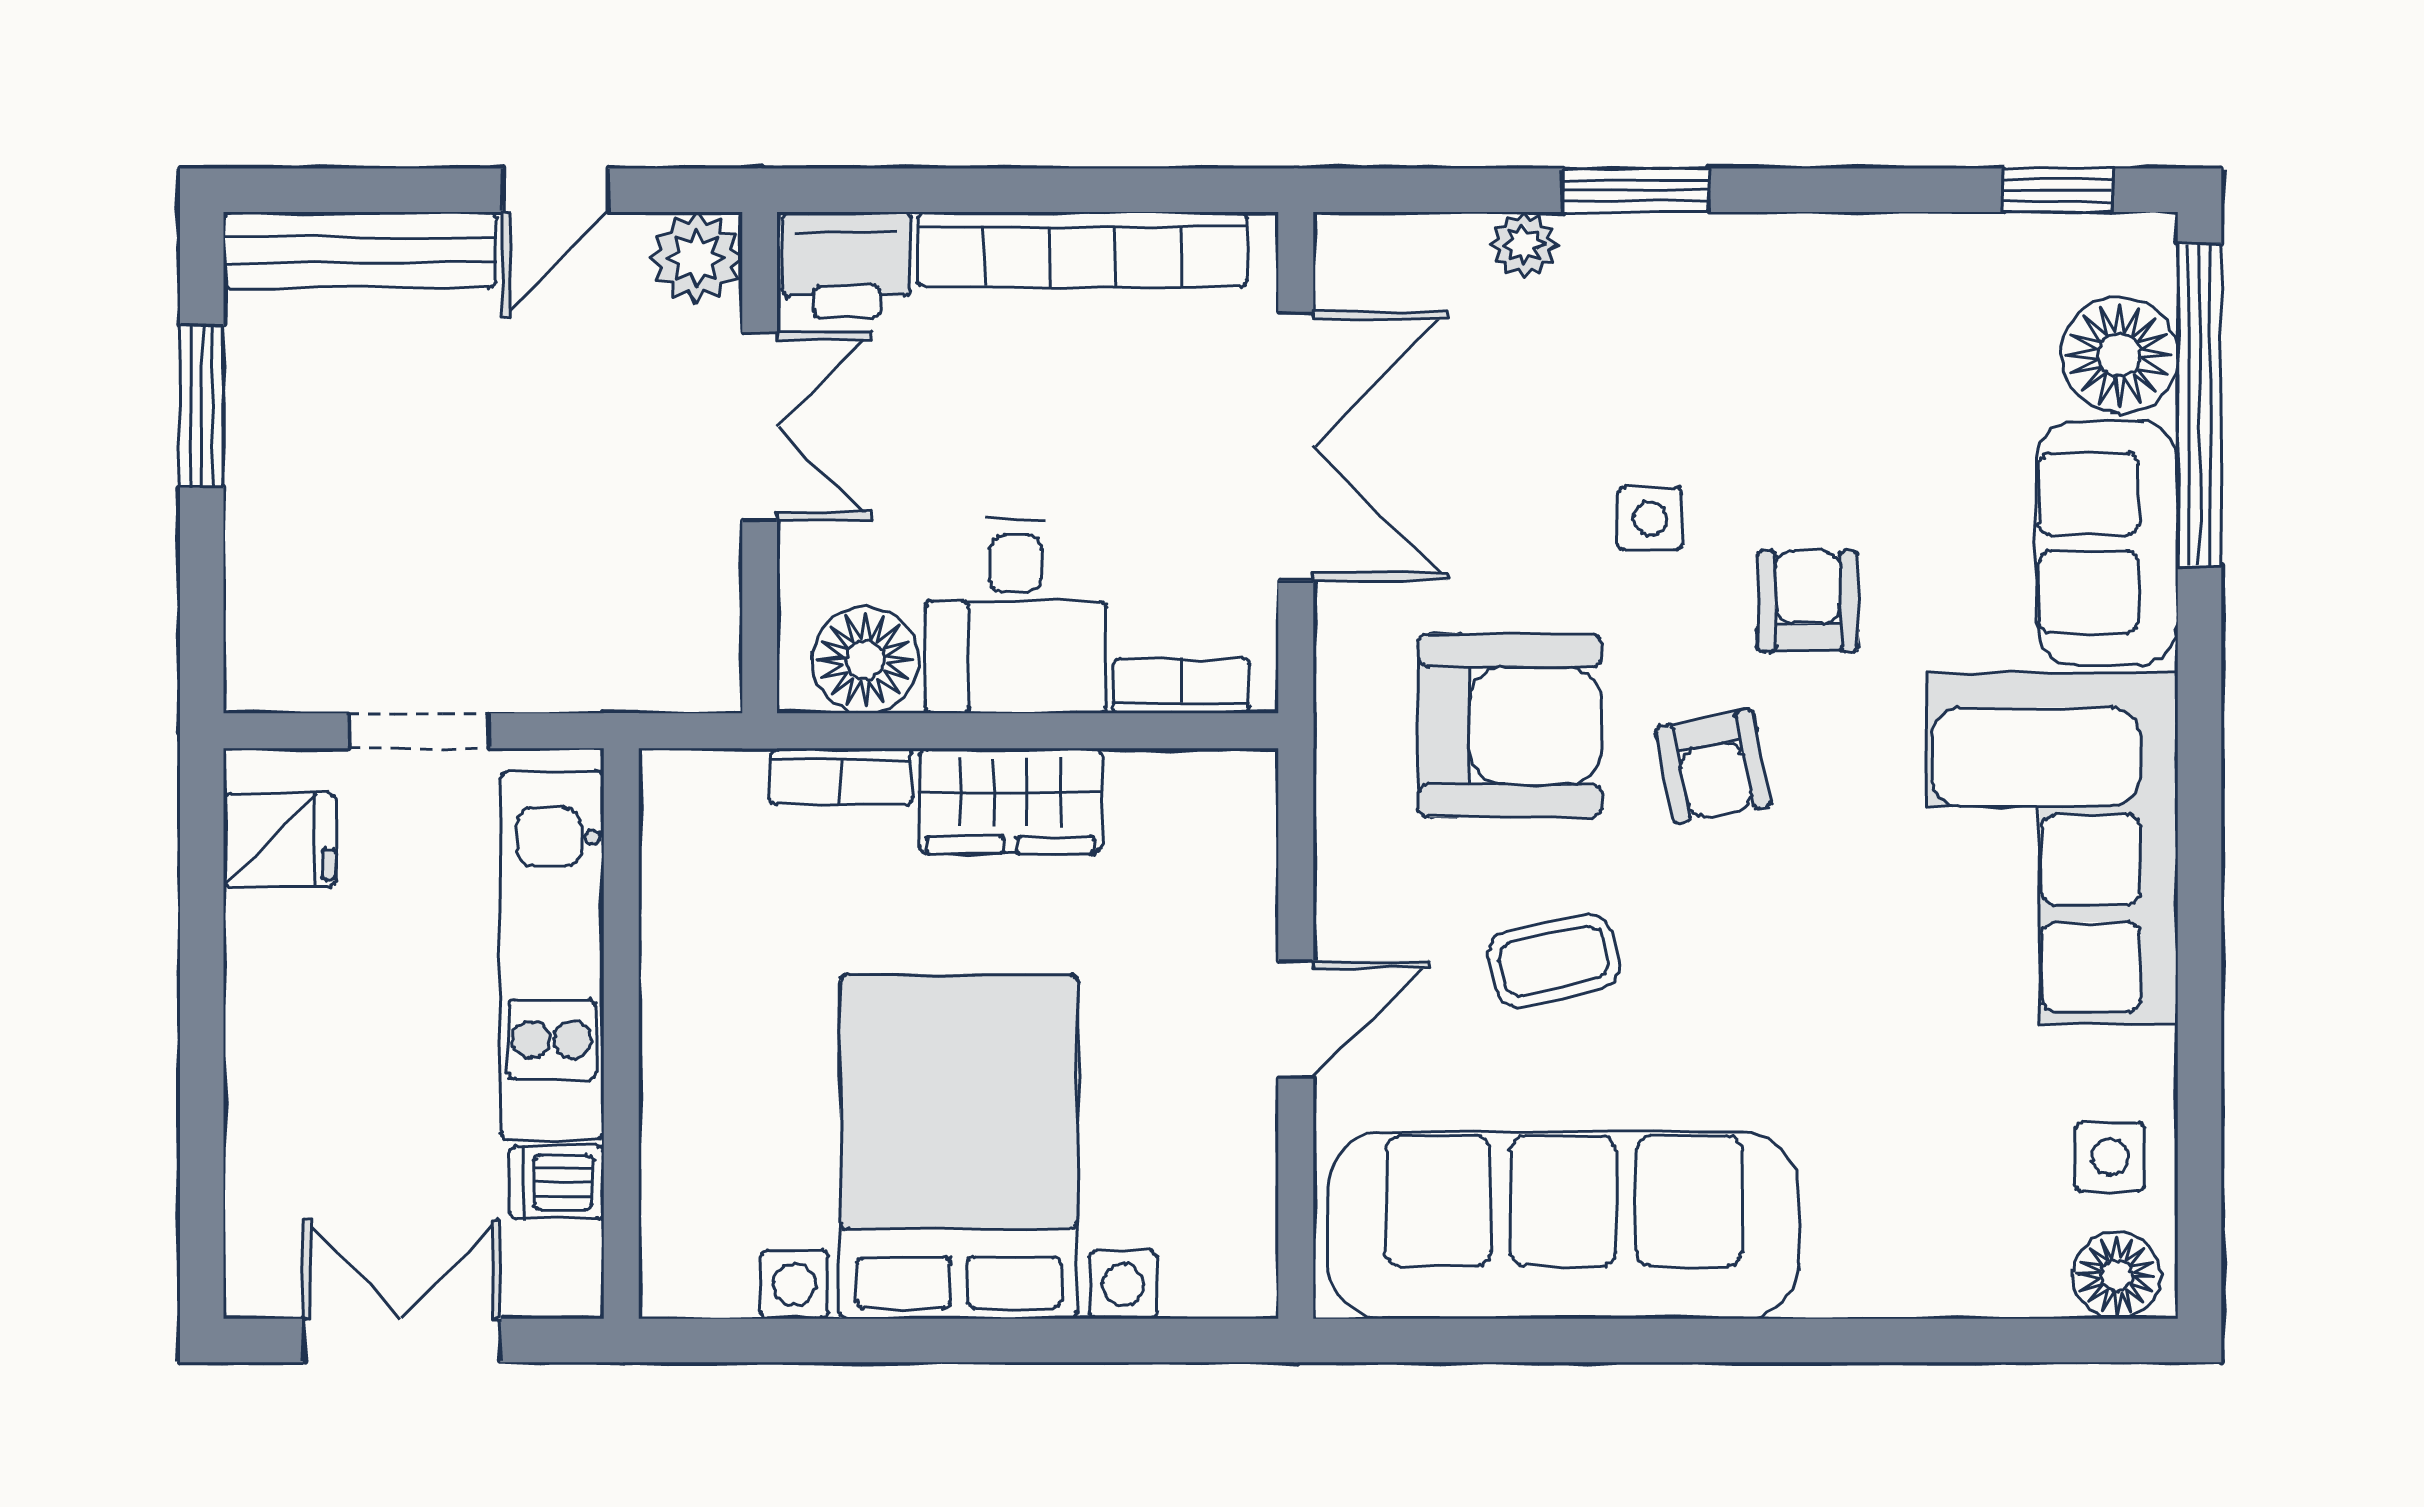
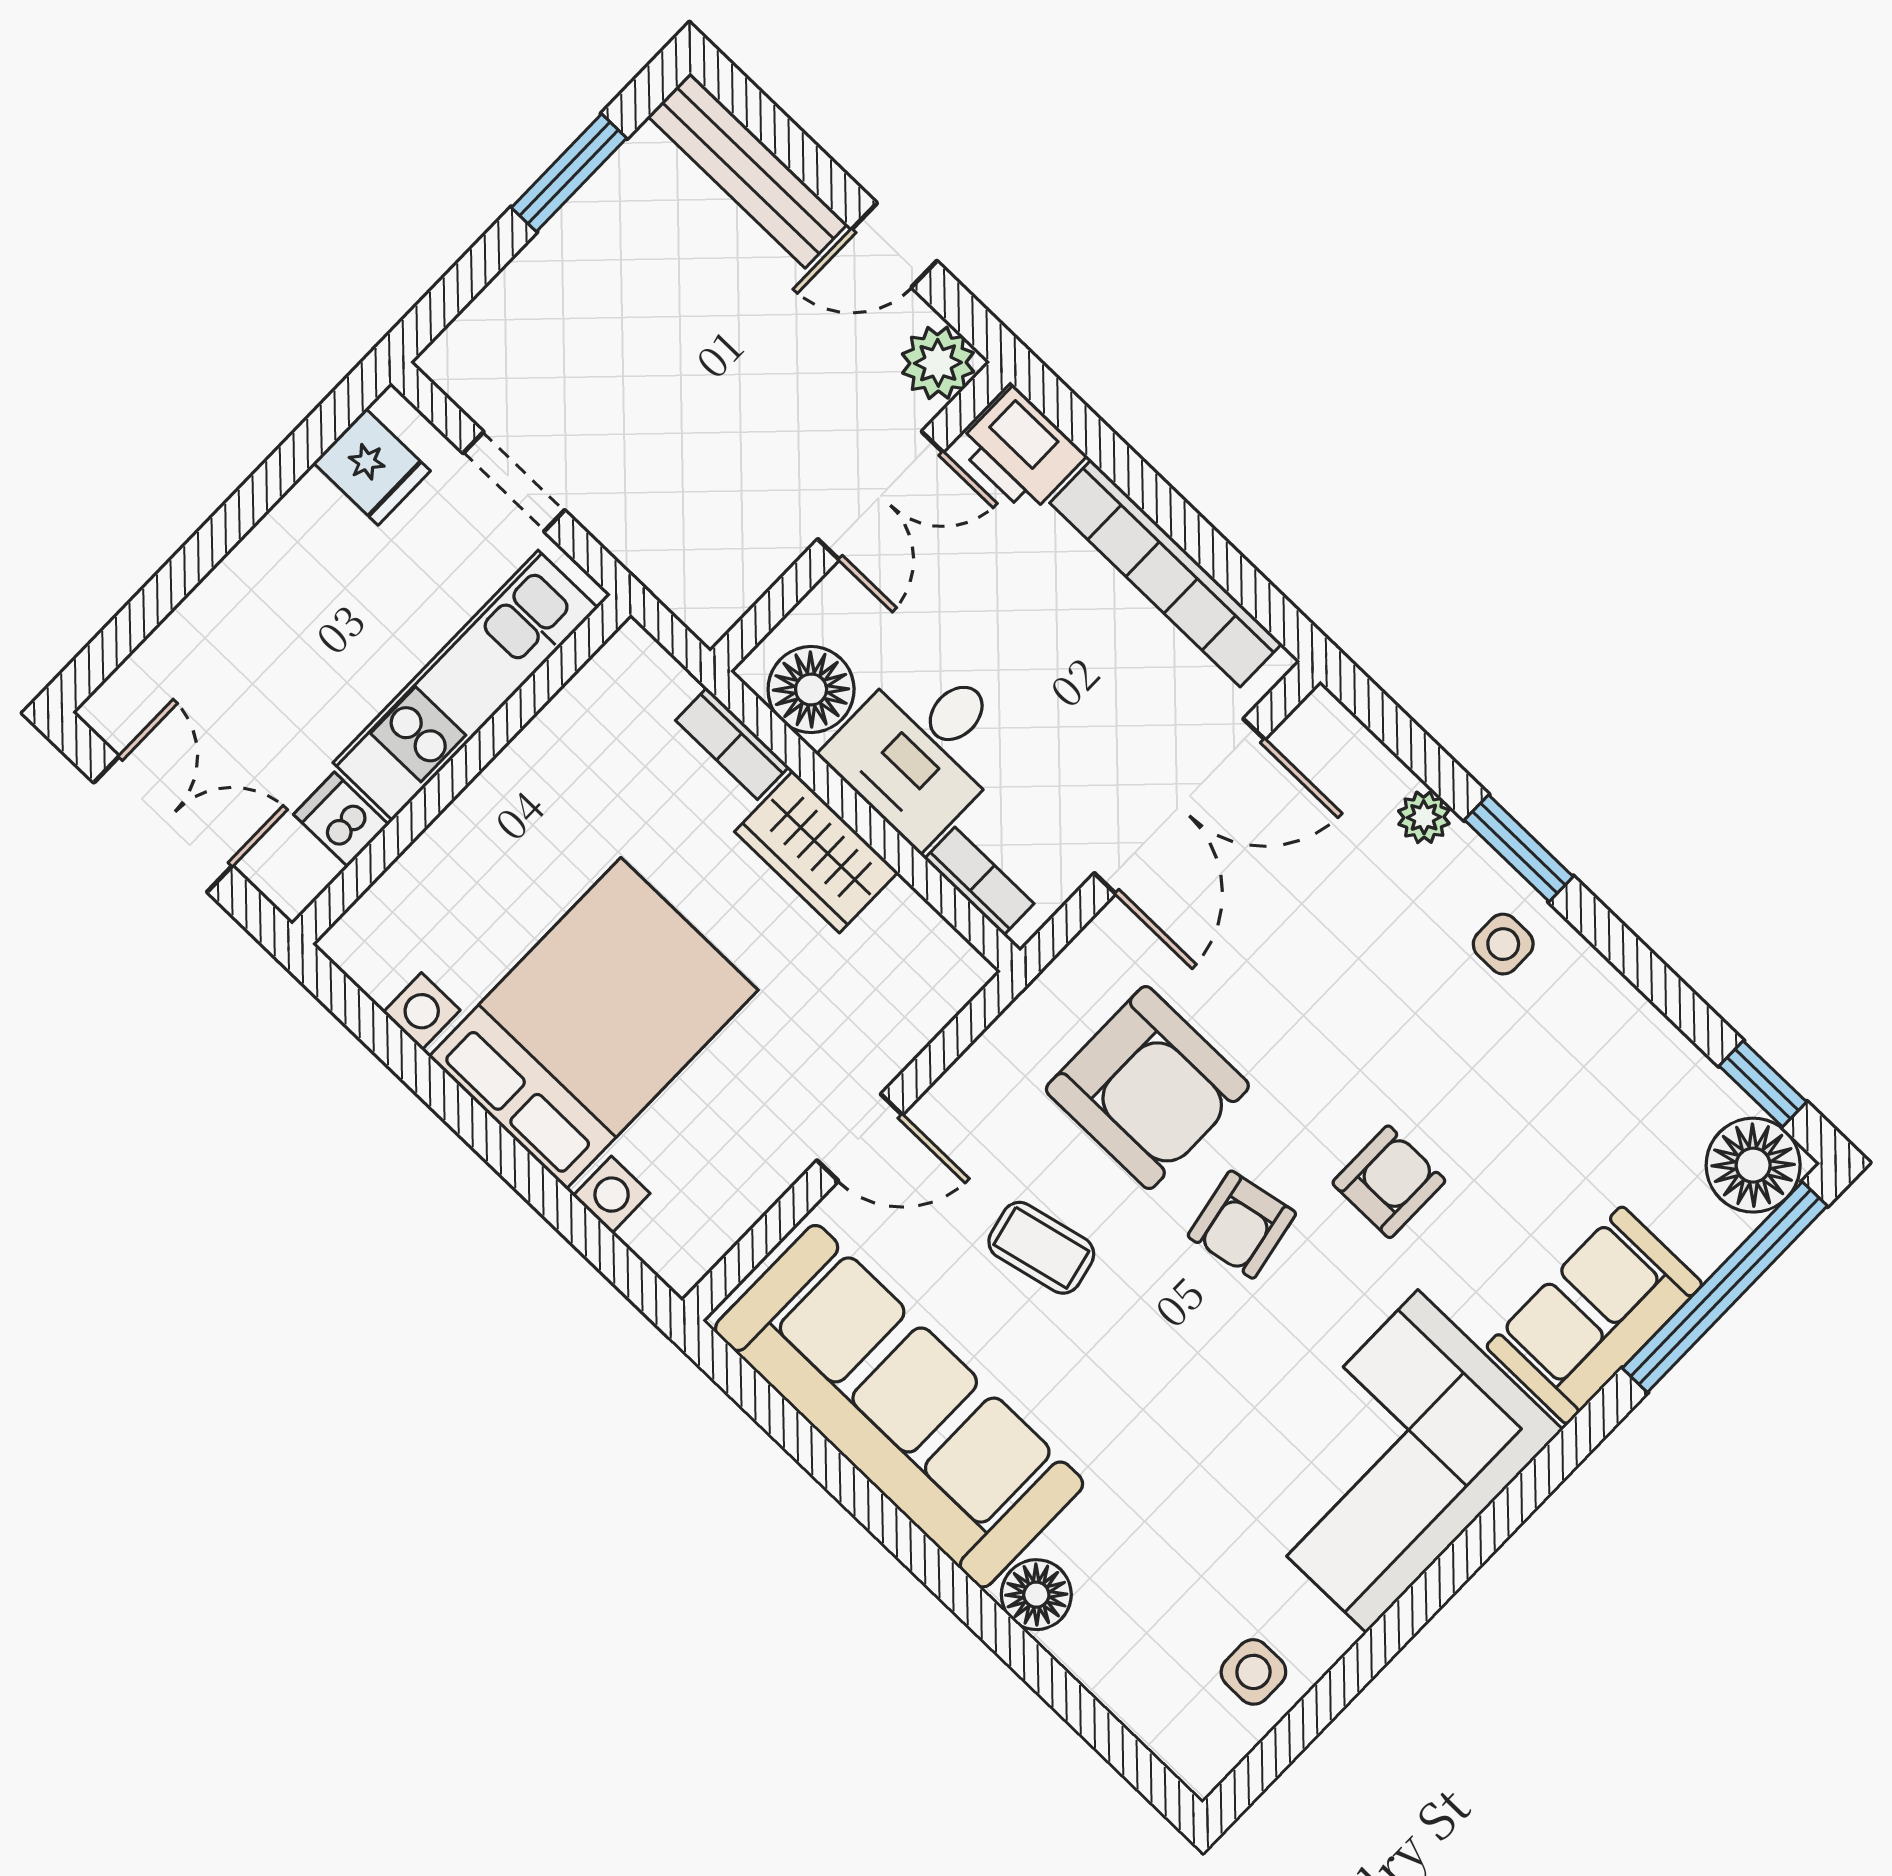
floor lamp: (2119, 355) -> (1753, 1165), moved
side table: (1650, 518) -> (1503, 944), moved
floor lamp: (2117, 1275) -> (1036, 1595), moved

